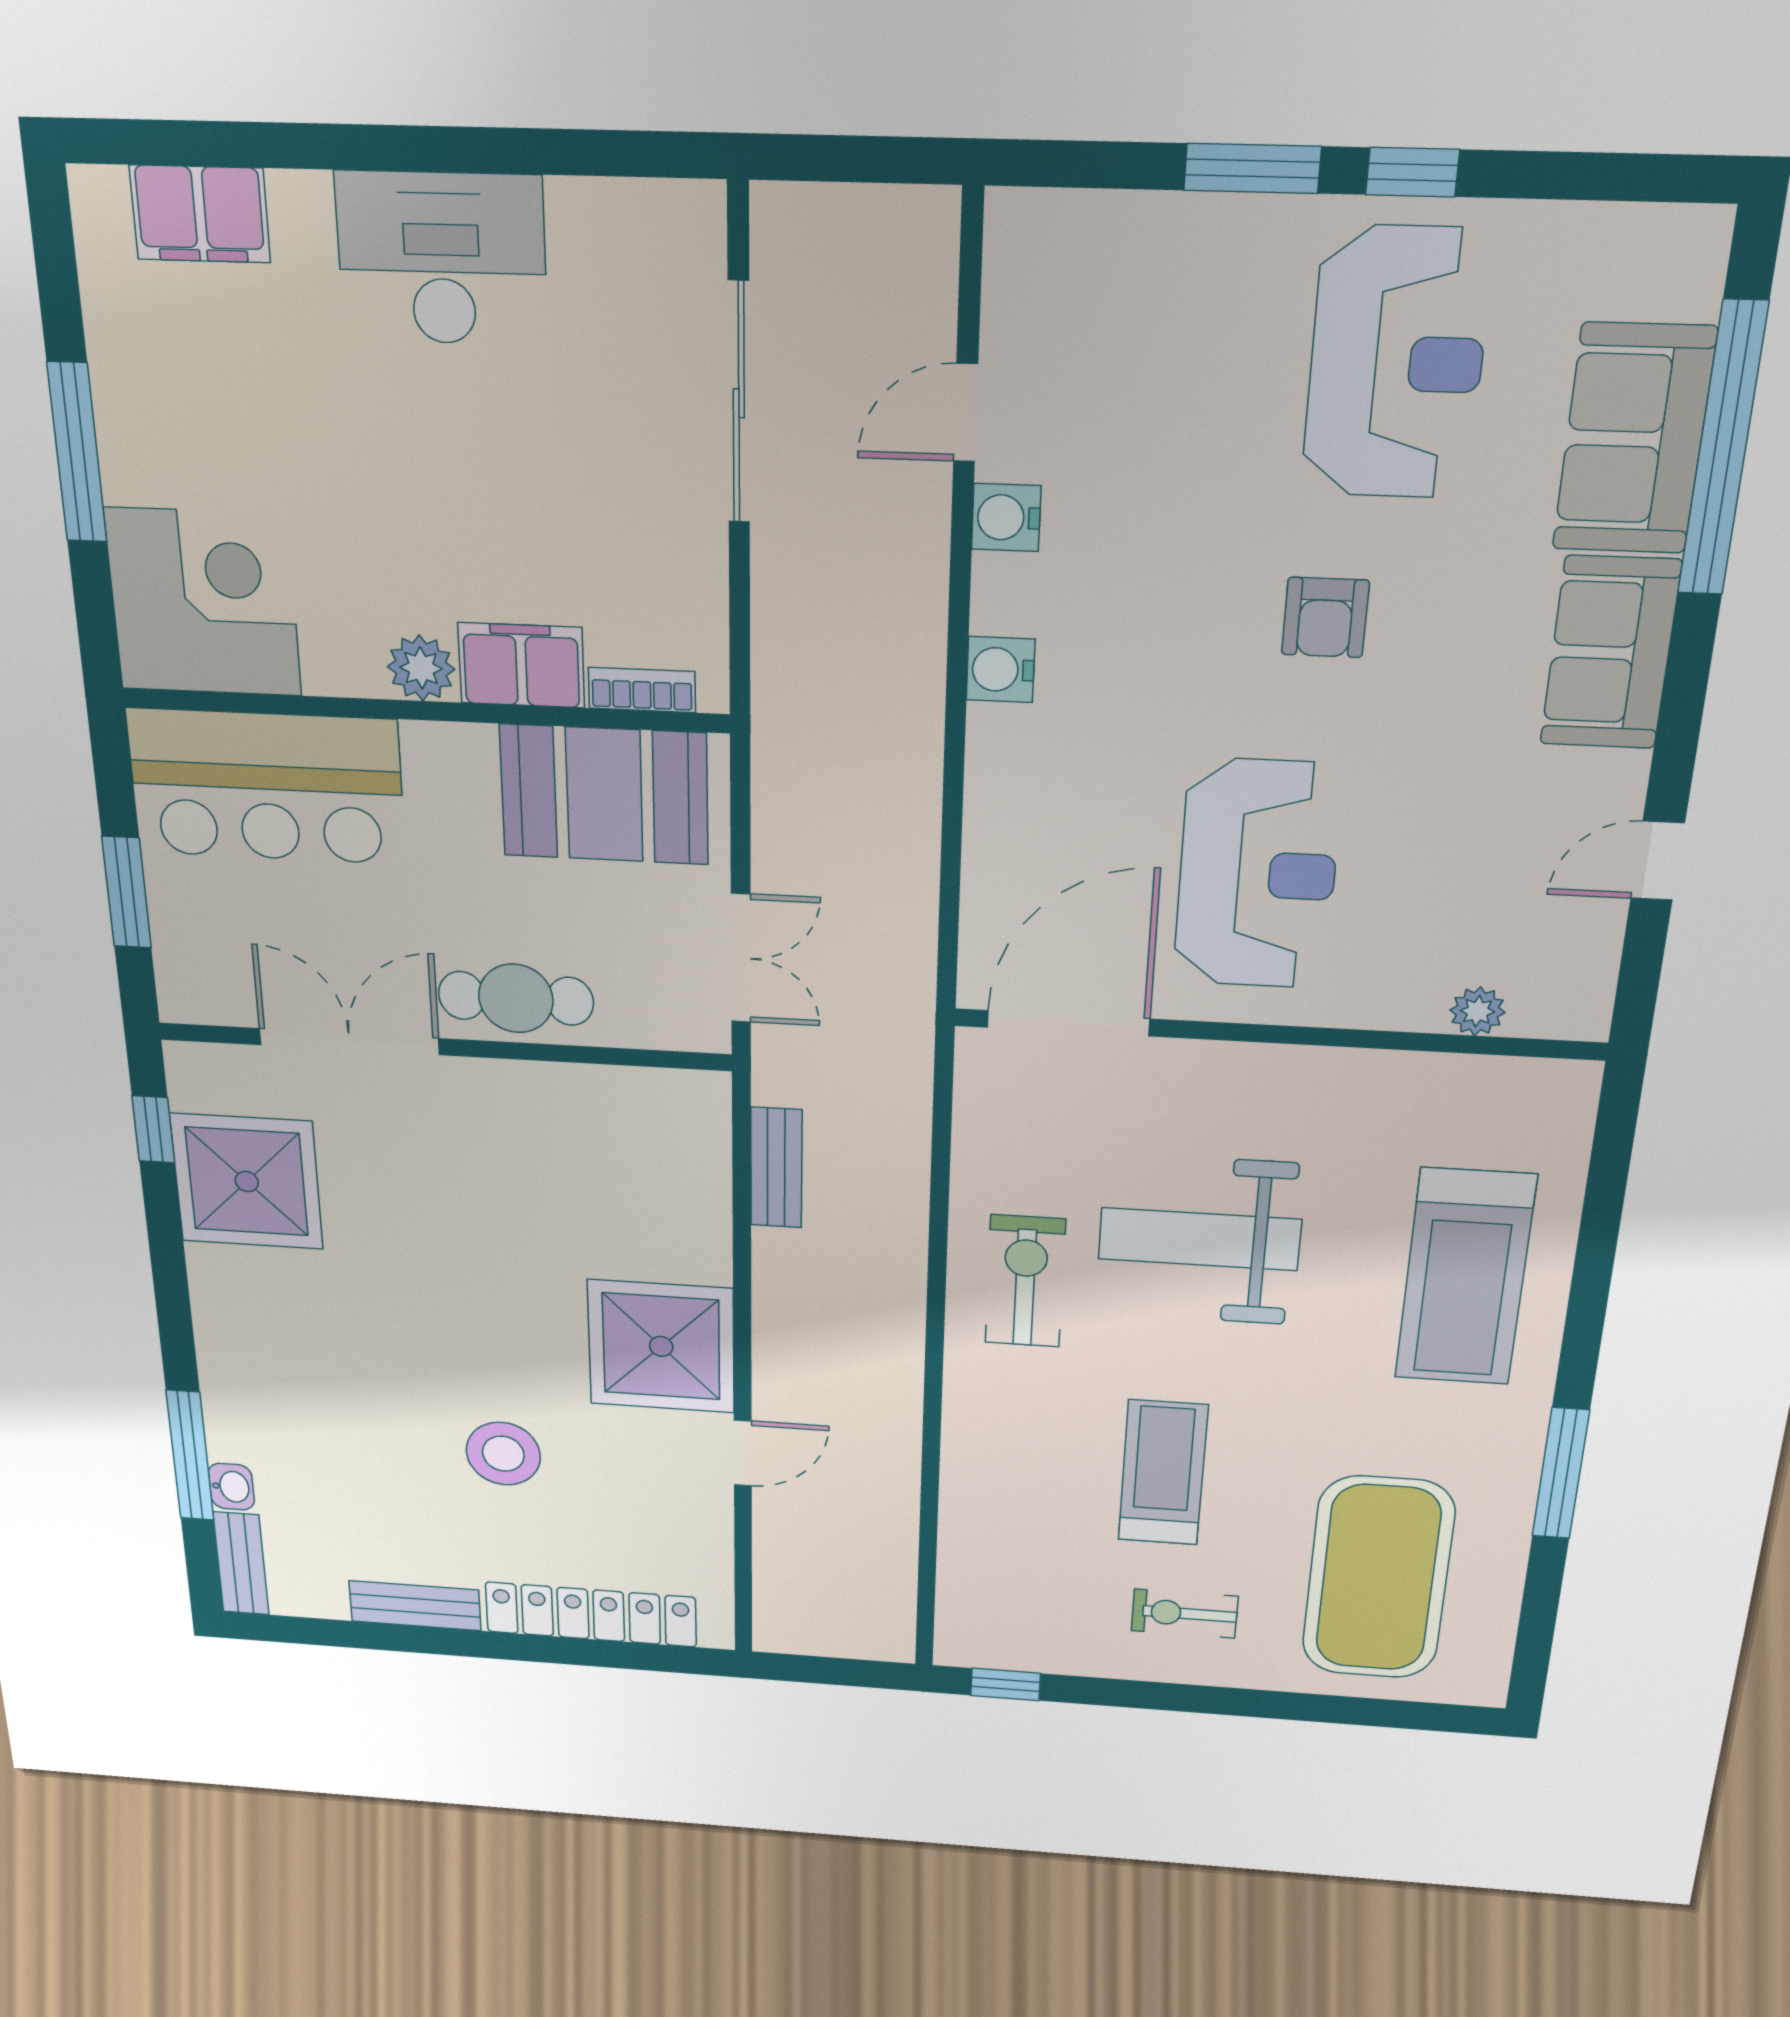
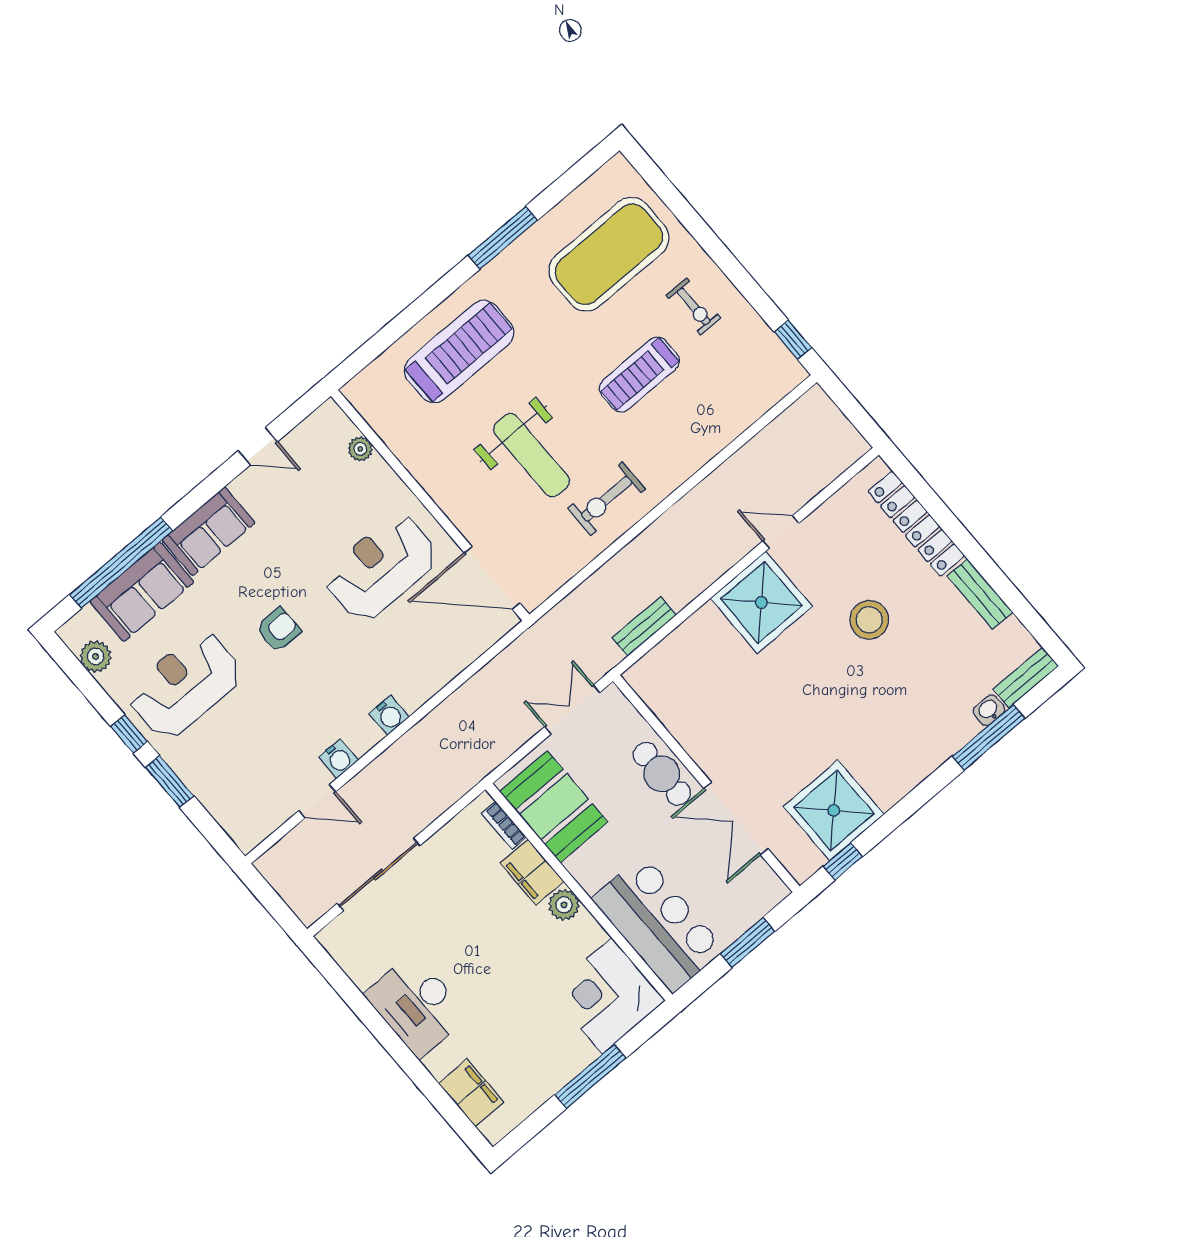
plant: (1612, 242) -> (96, 656), added

